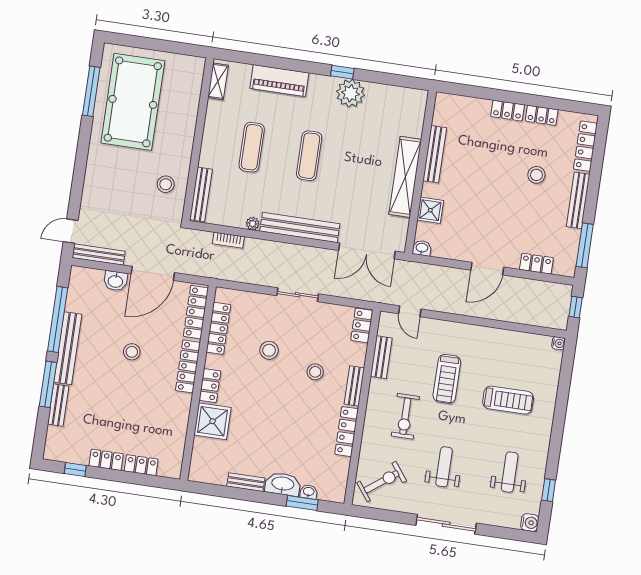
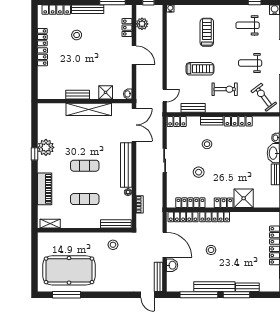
bench: (435, 154) -> (78, 95), width x0.73
plant: (539, 290) -> (142, 24), added

